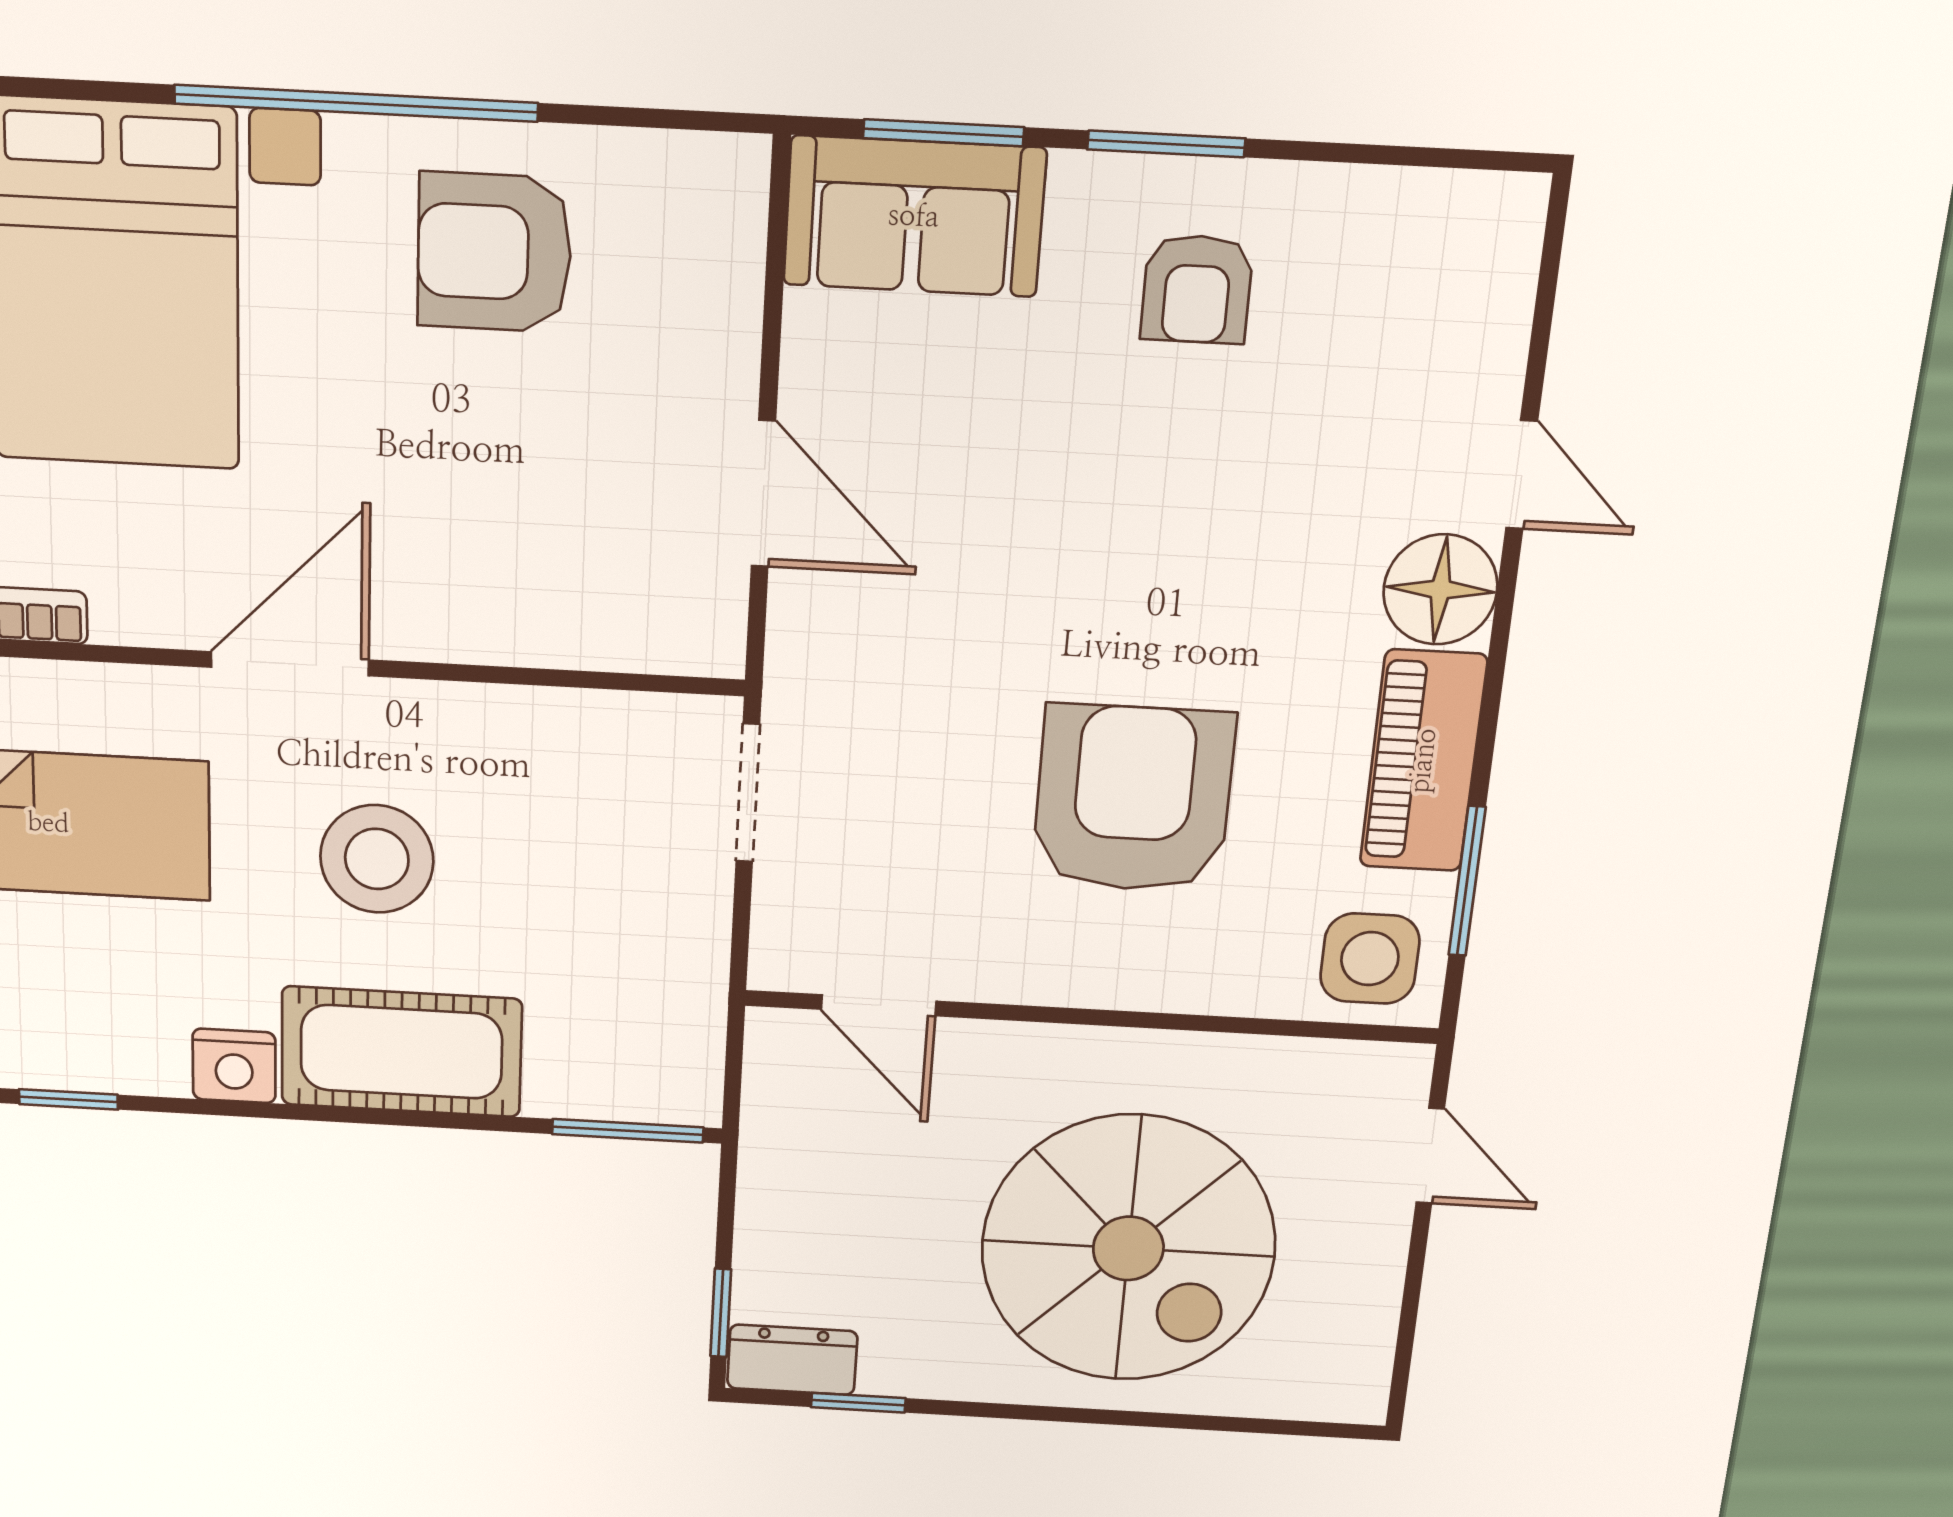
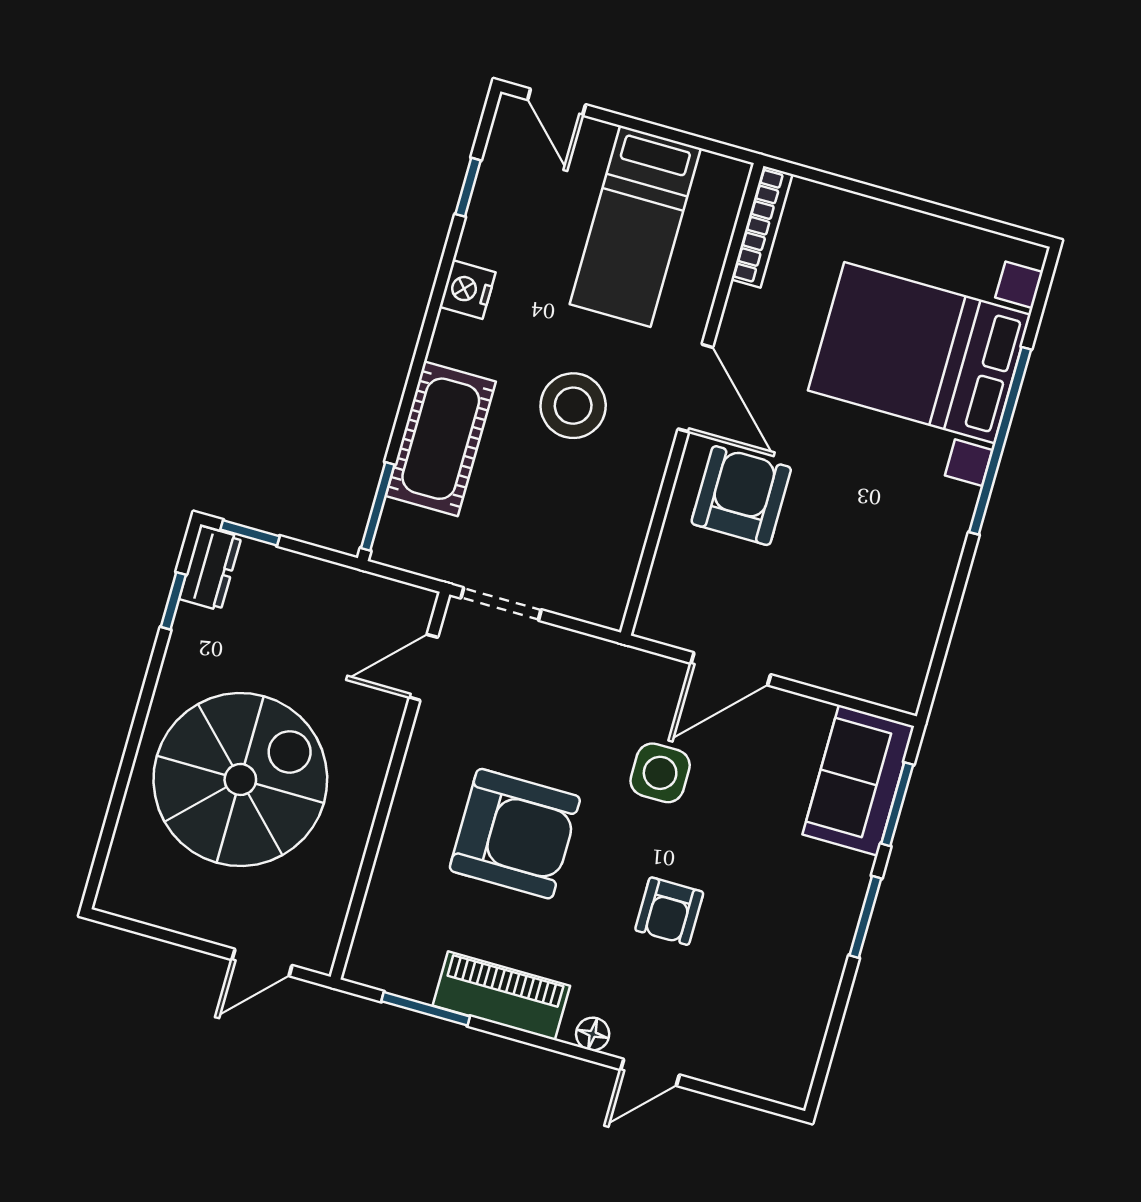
window: (356, 103) -> (1000, 441), moved
armchair: (494, 252) -> (741, 496), moved
armchair: (1197, 289) -> (669, 911), moved, turned -90
floor lamp: (1440, 589) -> (593, 1034), width x0.53, depth x0.53
doorway: (748, 793) -> (501, 604), moved
side table: (1370, 959) -> (660, 773), moved
cot: (401, 1052) -> (441, 439), moved
spiral stairs: (1128, 1248) -> (240, 779), turned 180

